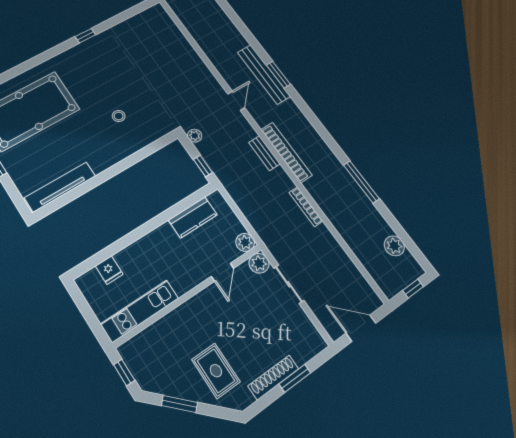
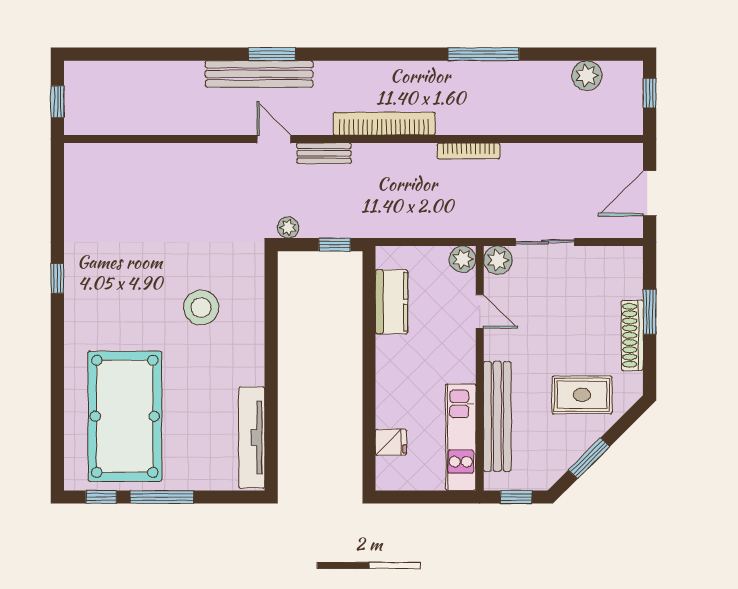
stool: (119, 116) -> (201, 308), width x1.89, depth x1.89
bench: (264, 153) -> (324, 153), moved
bench: (167, 325) -> (497, 416), added

